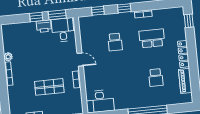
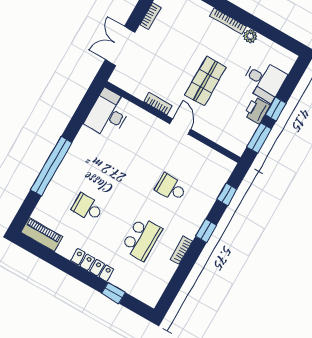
window: (189, 21) -> (113, 293), moved
desk: (63, 30) -> (264, 80), moved
door: (80, 60) -> (180, 126), swing flipped
piano: (185, 81) -> (42, 235), moved
shop shelf: (49, 87) -> (205, 81), moved

